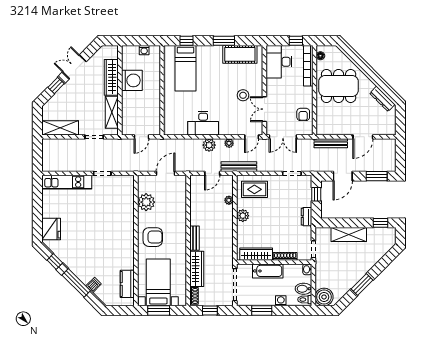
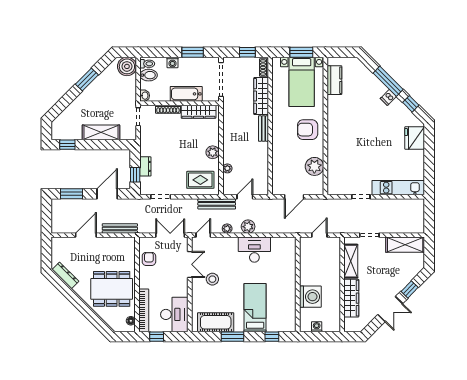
bed: (186, 68) -> (255, 308), moved
washing machine: (132, 80) -> (310, 297), moved, turned 180
dresser: (306, 217) -> (145, 166), moved
dishwasher: (94, 285) -> (388, 97), moved

